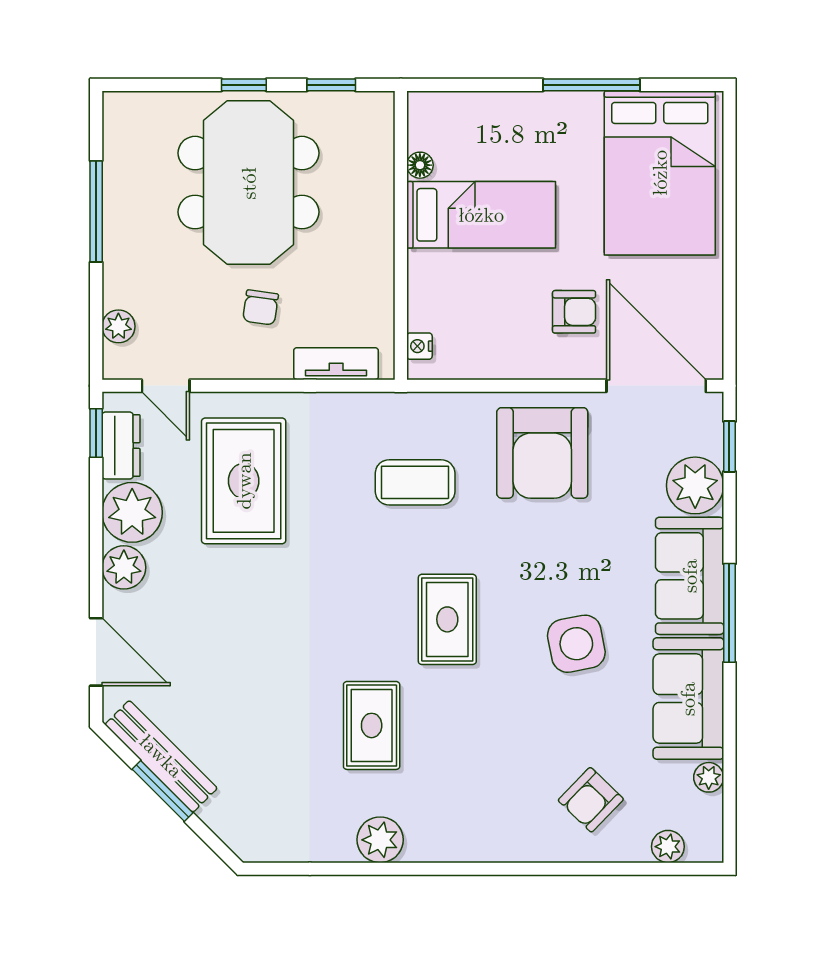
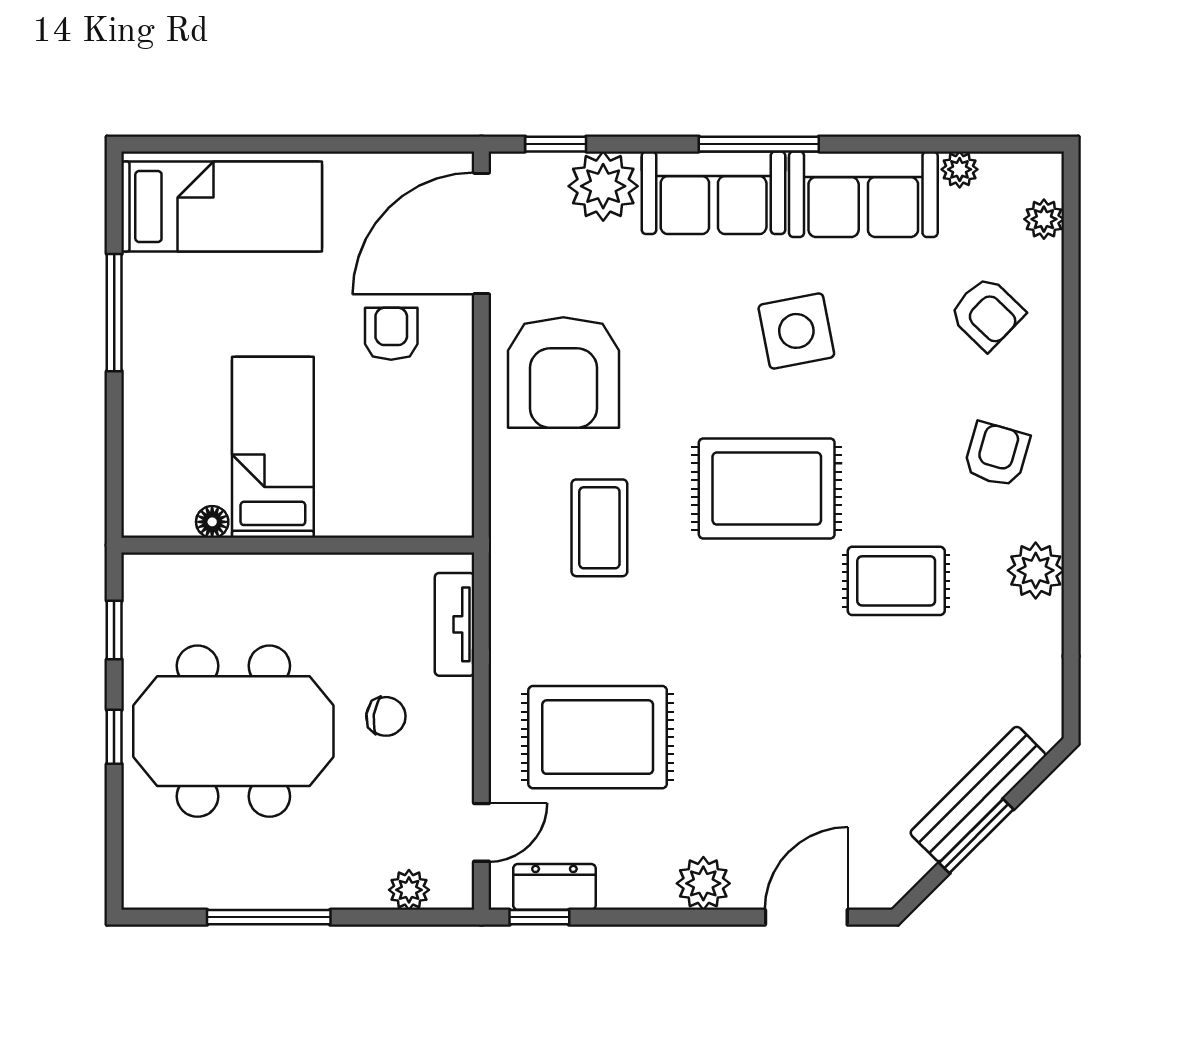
bed: (660, 173) -> (222, 207), width x0.67
nightstand: (419, 346) -> (433, 522), removed
armchair: (542, 453) -> (563, 372), turned 90
plant: (132, 512) -> (636, 873), removed
rug: (447, 619) -> (767, 489), width x1.36, depth x1.43
bench: (161, 756) -> (978, 794), moved
armchair: (475, 808) -> (997, 454), added

